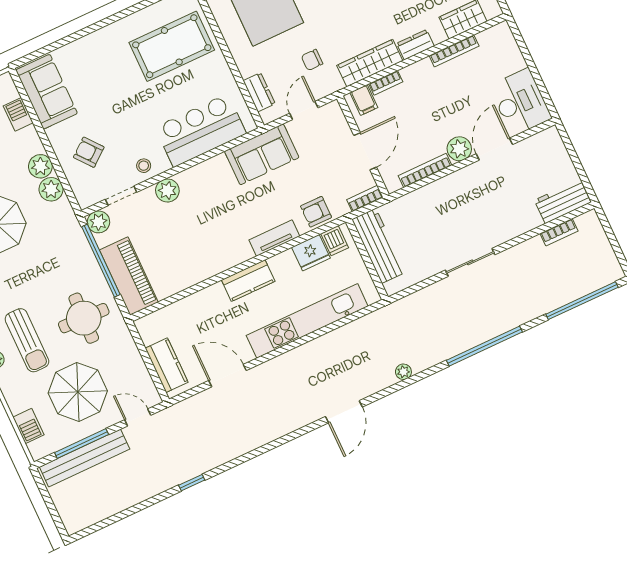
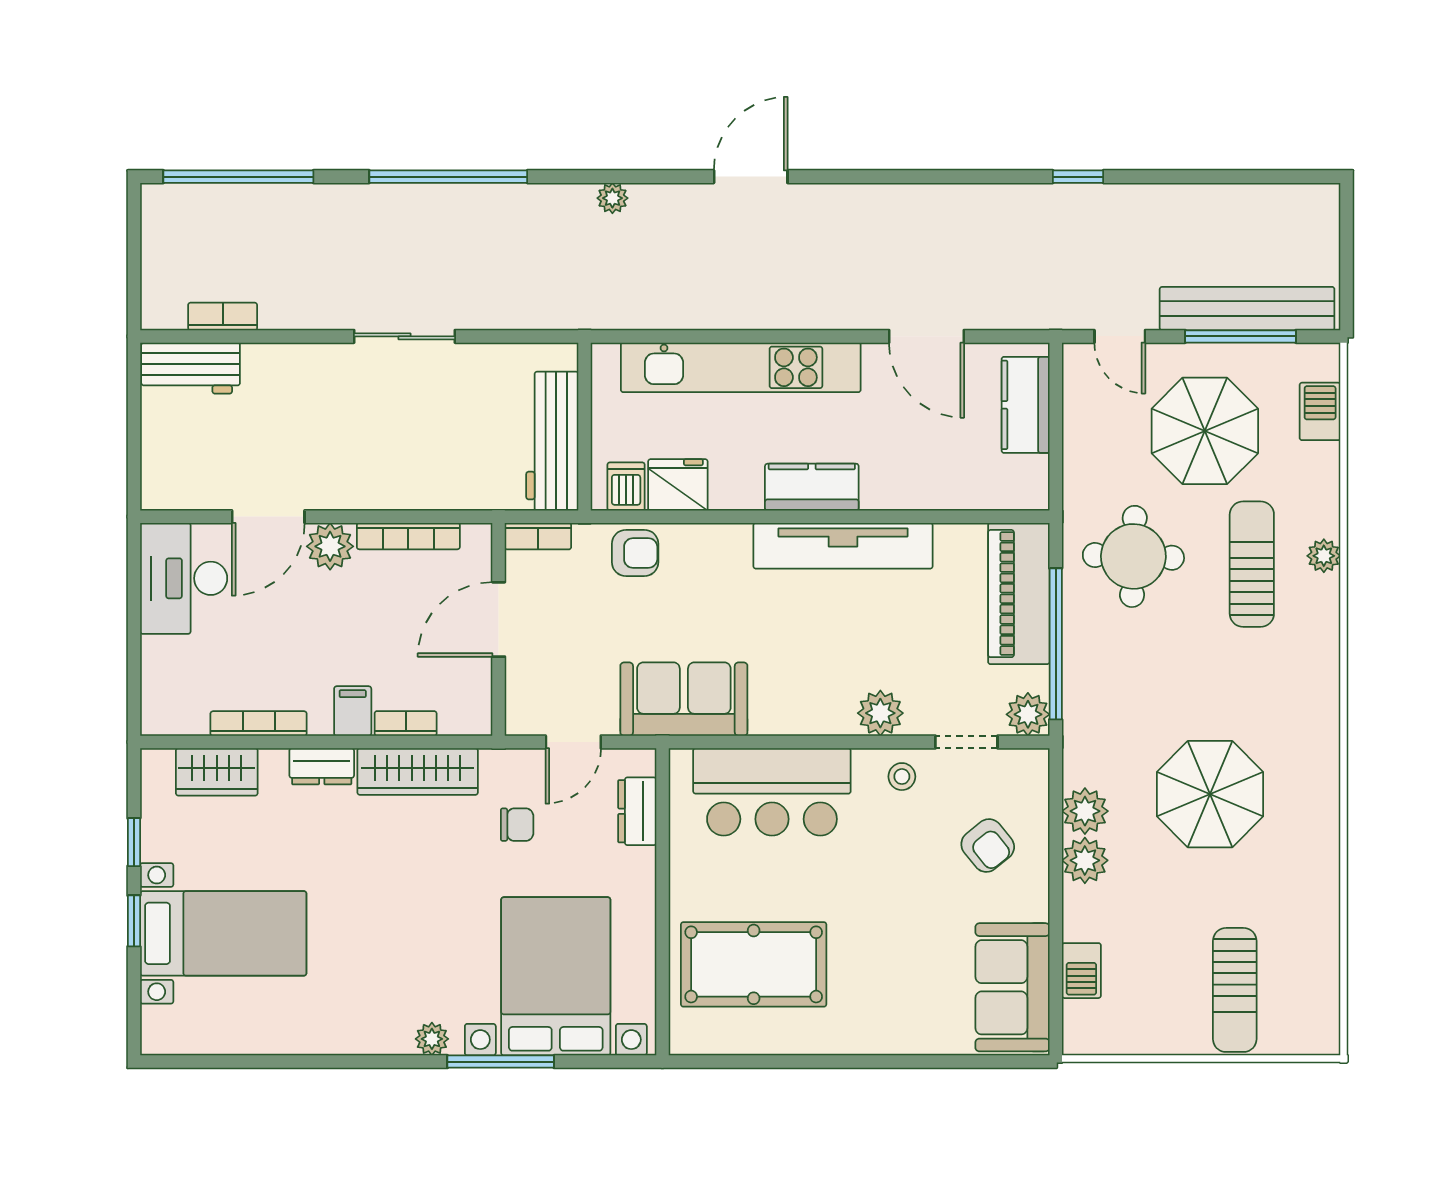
filing cabinet: (364, 100) -> (353, 711), moved
tv unit: (274, 238) -> (843, 546), moved, width x1.92, depth x1.29

